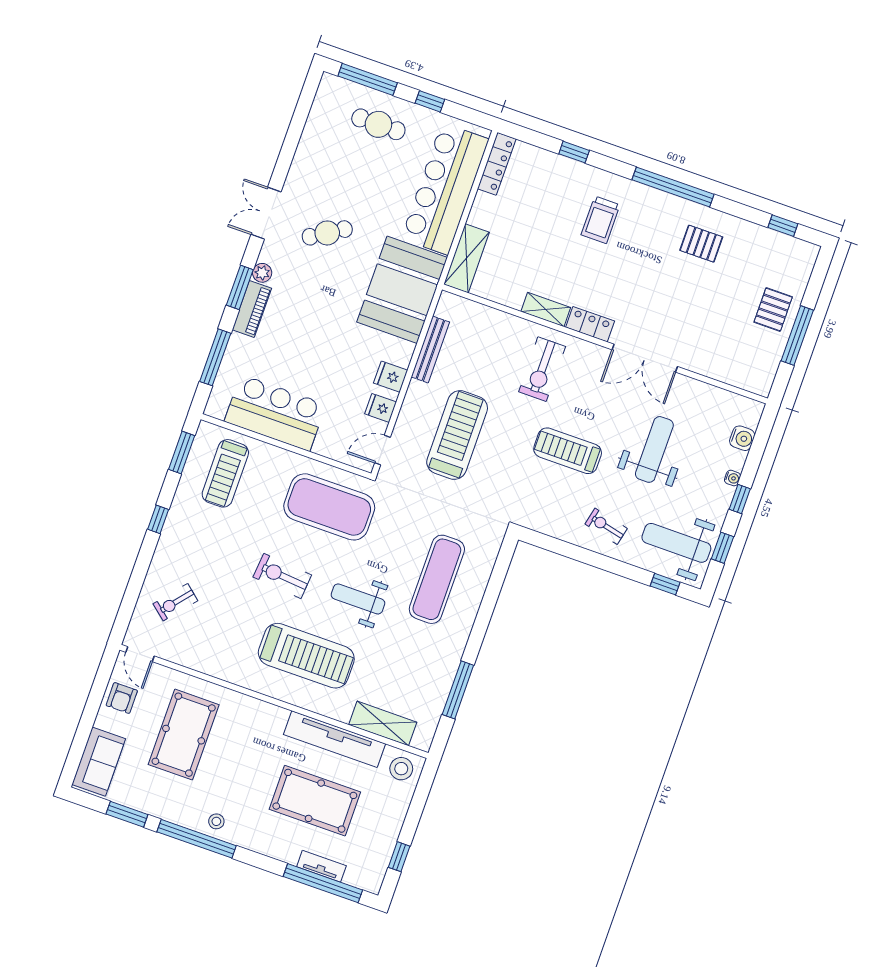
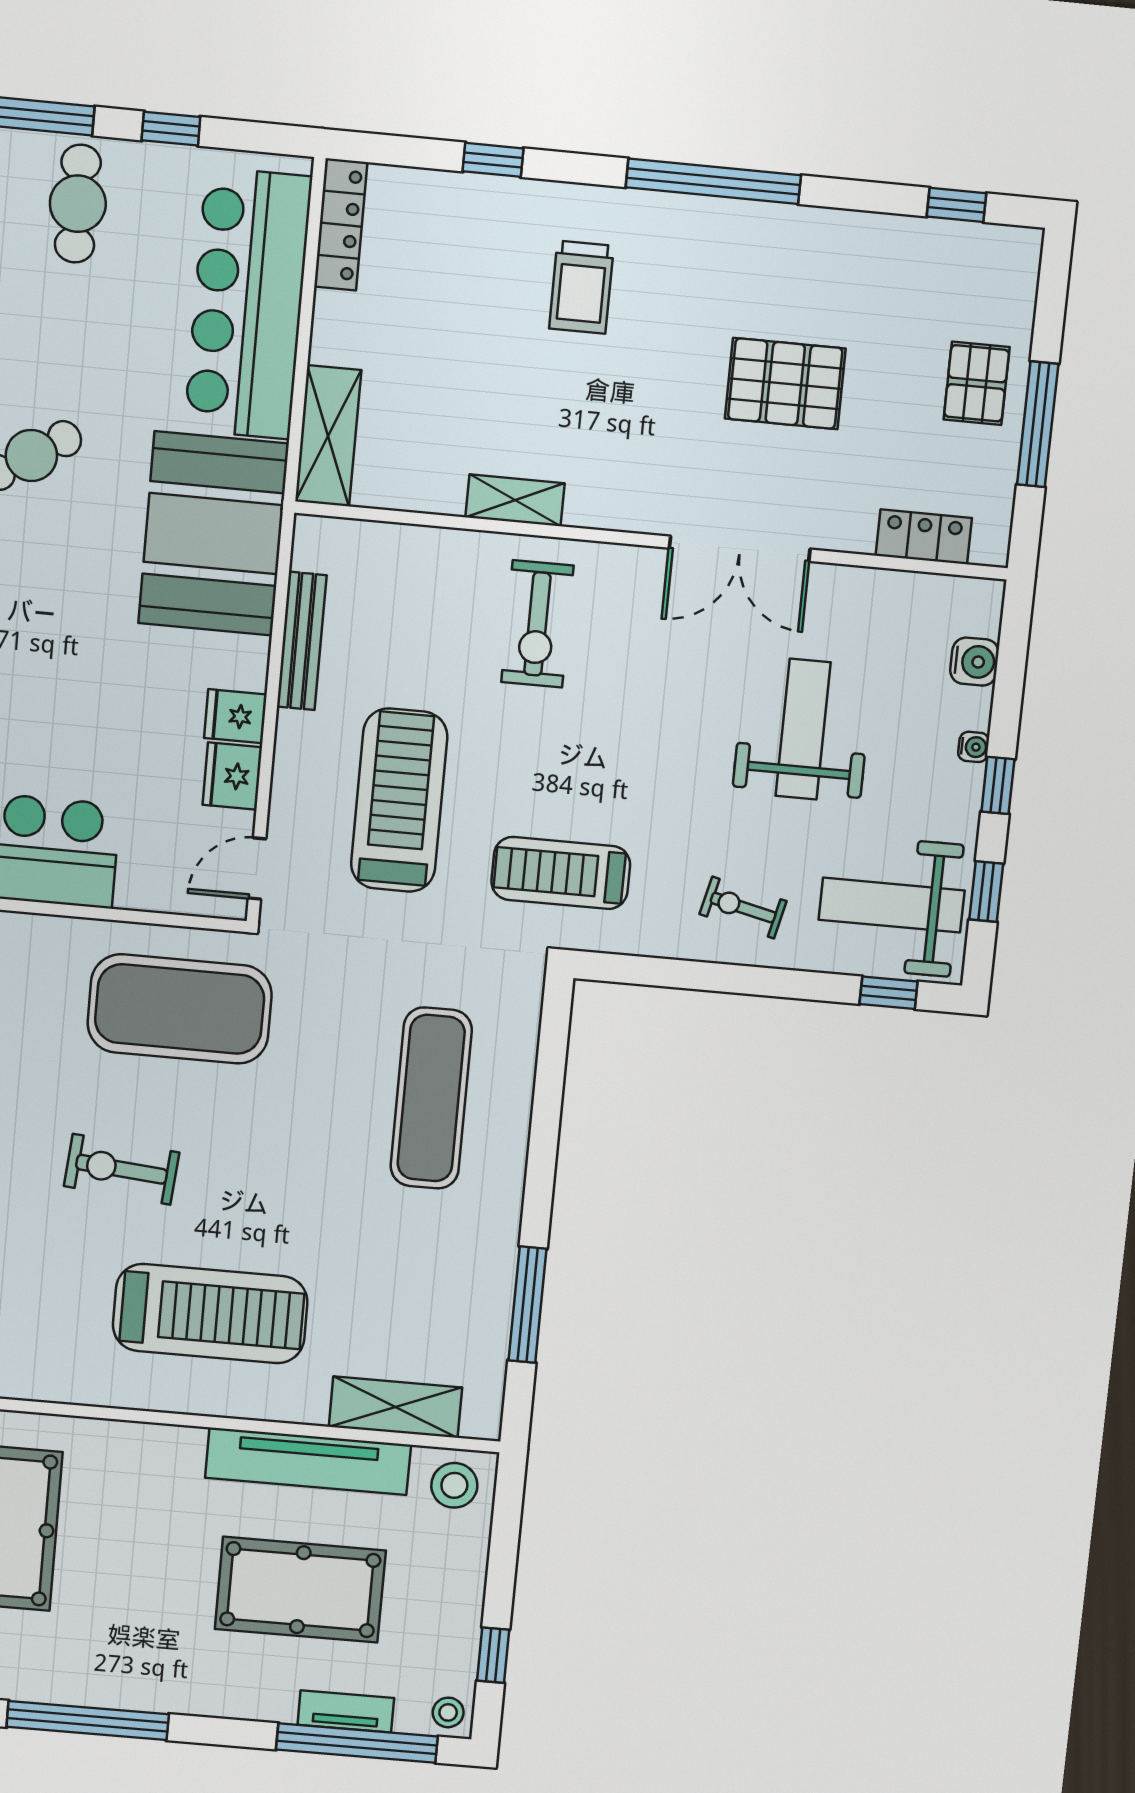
cafe table: (378, 124) -> (78, 204), turned 90
pallet: (701, 244) -> (785, 384), moved, width x1.50, depth x1.42
locker: (590, 324) -> (924, 537), moved
fridge: (381, 408) -> (232, 776), width x1.38
treadmill: (568, 451) -> (561, 873), moved
weight bench: (358, 599) -> (284, 1176), removed
stool: (216, 821) -> (448, 1712), moved

